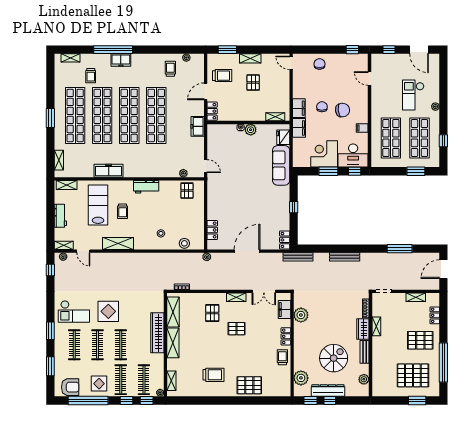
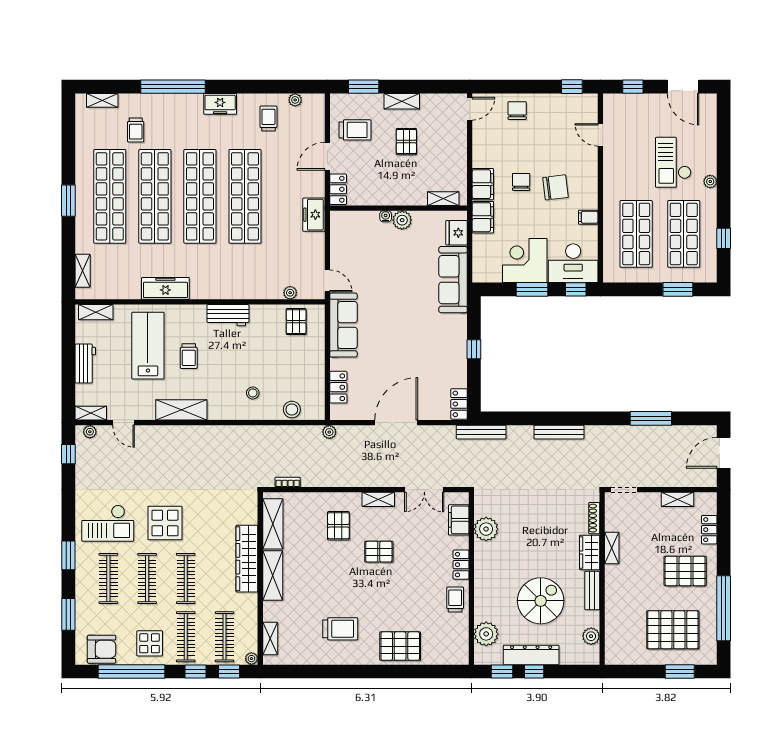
freezer: (121, 60) -> (220, 104), moved
door: (291, 63) -> (470, 109), swing flipped
sofa: (215, 193) -> (343, 325), added

